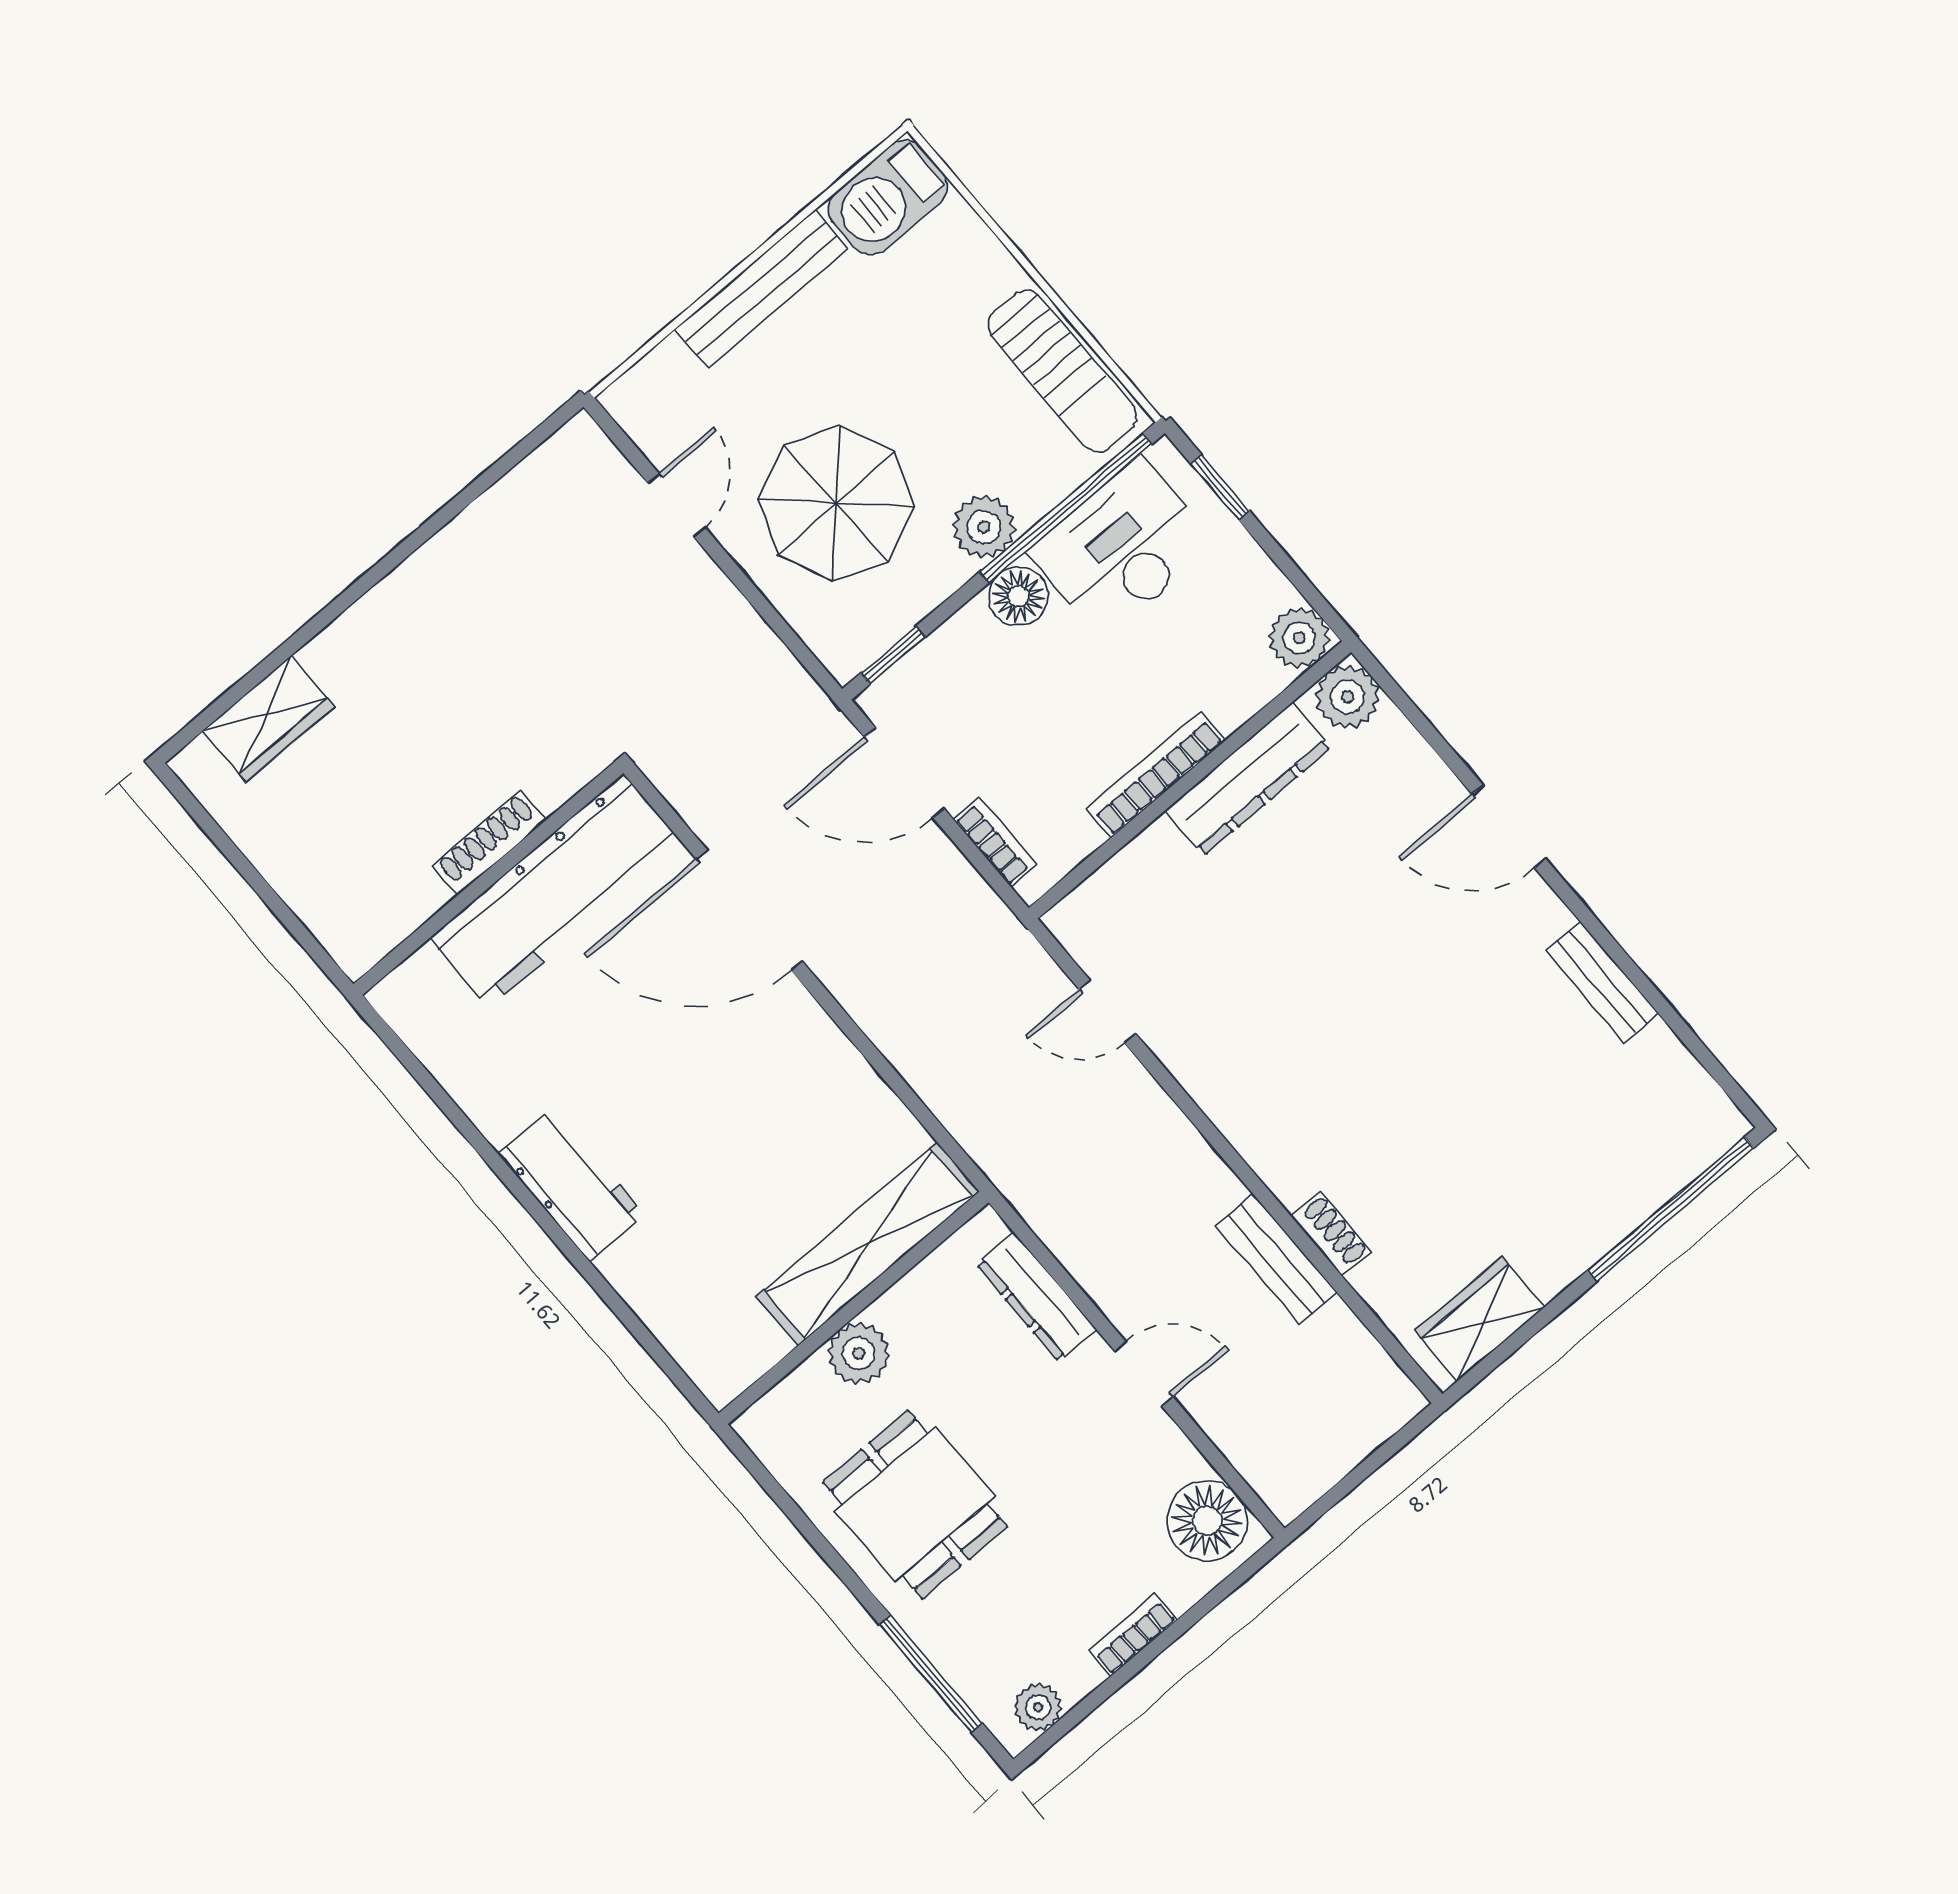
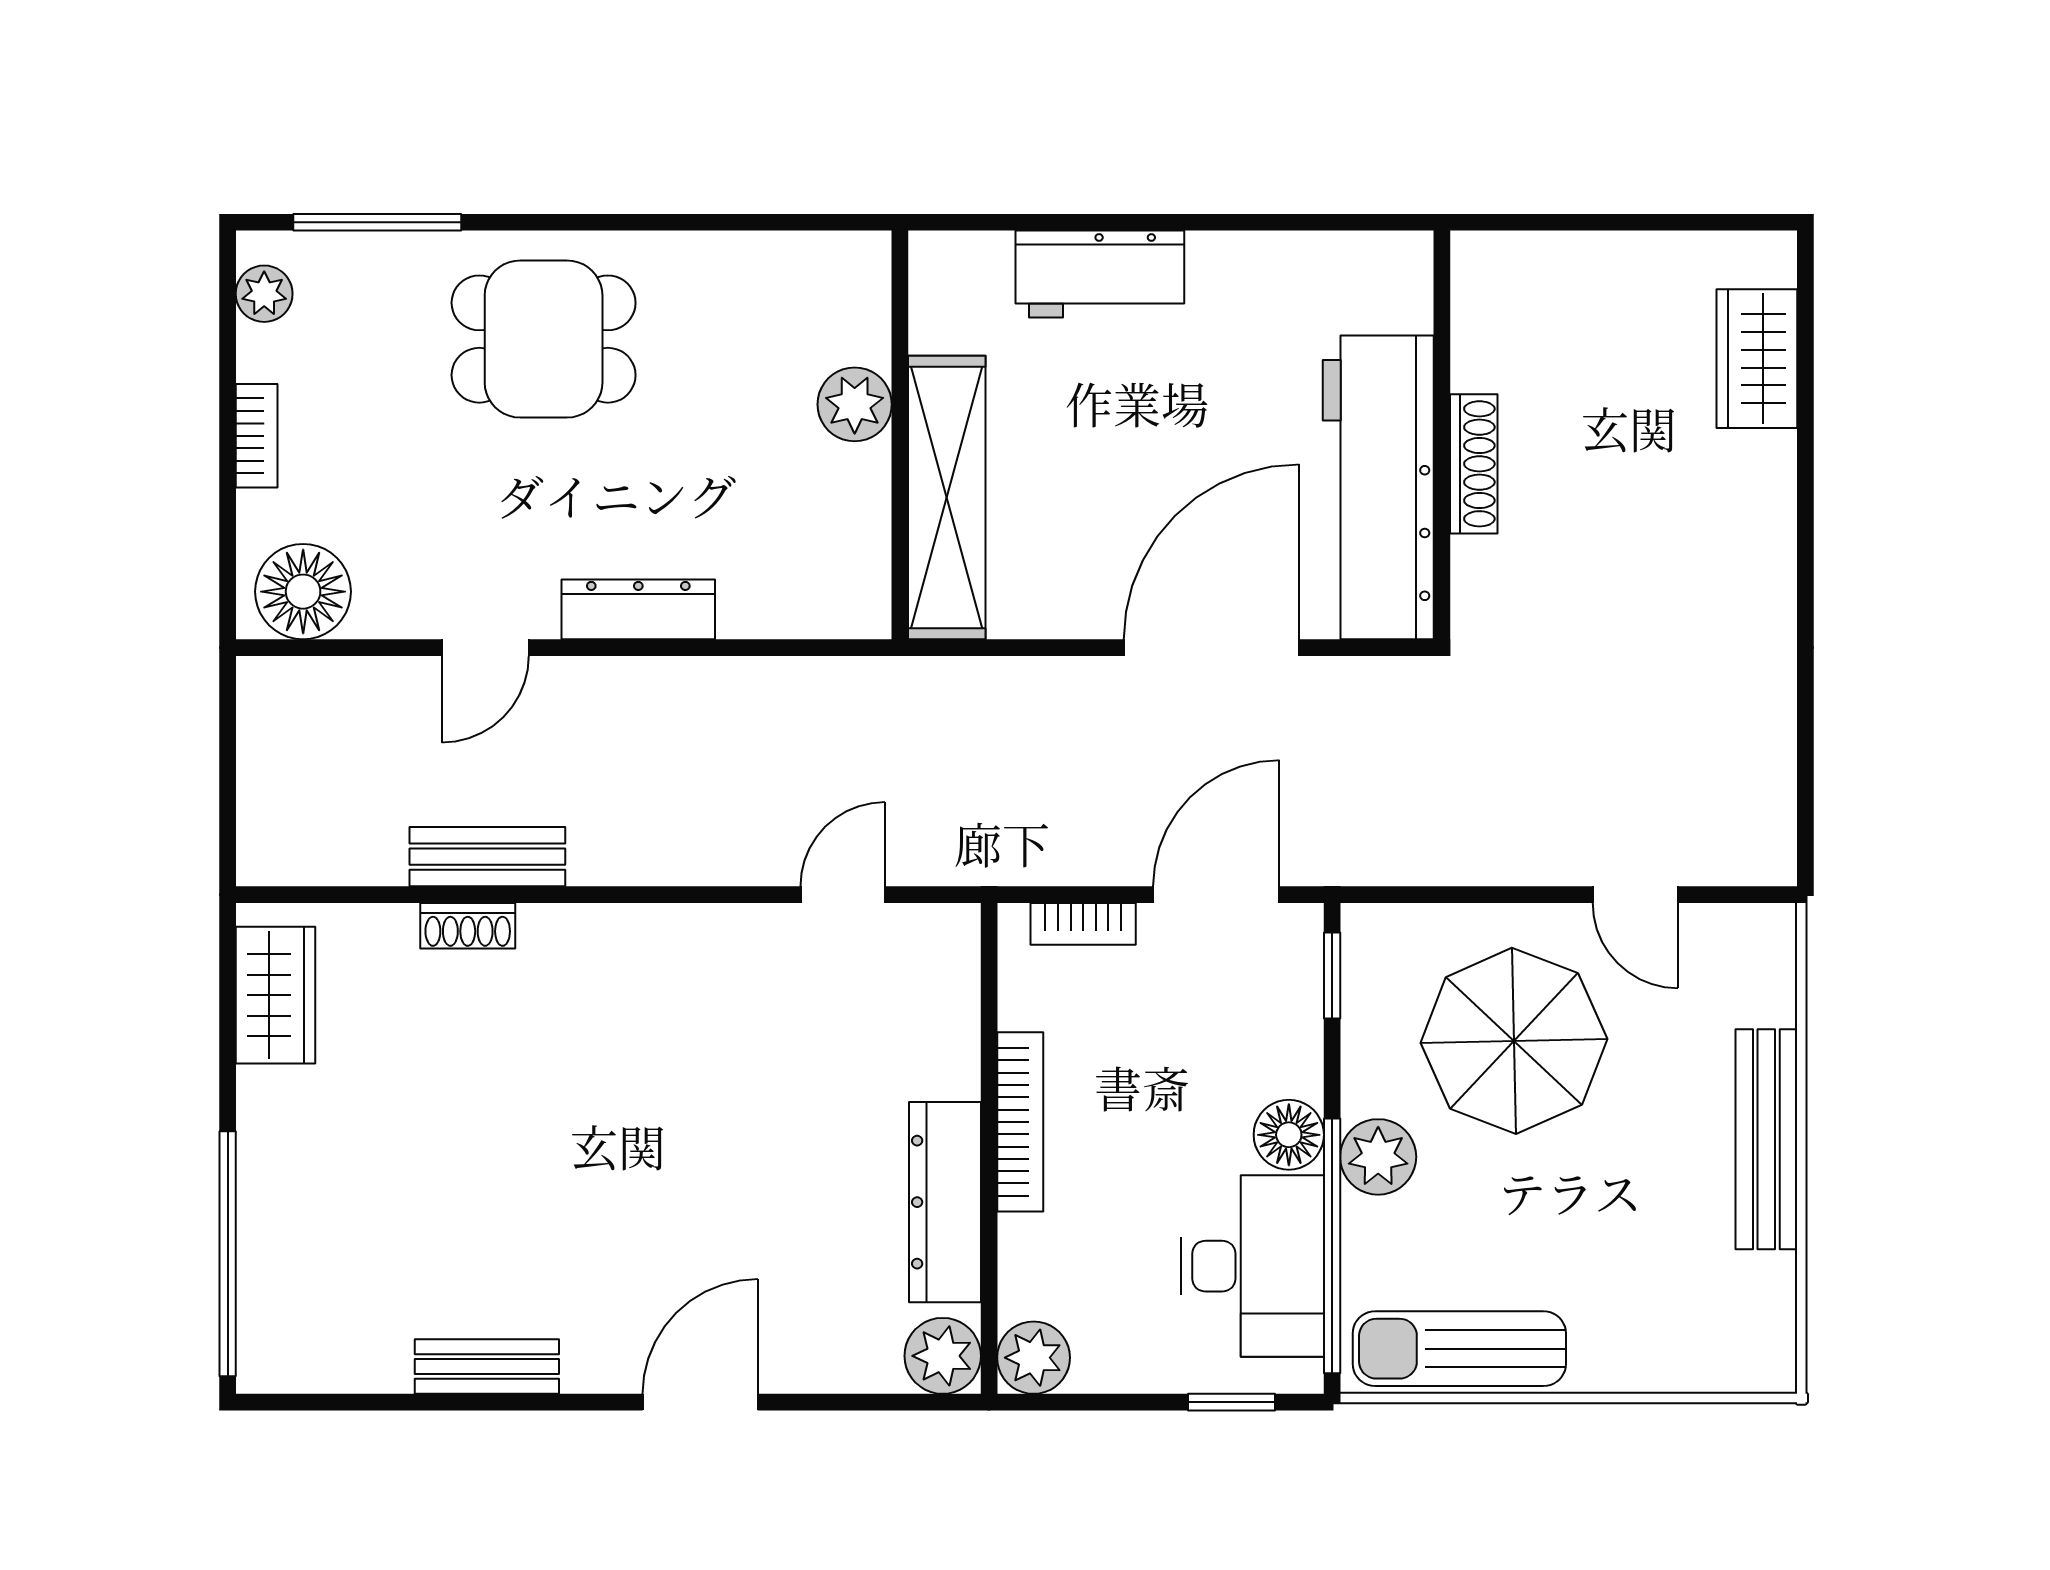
barbecue: (888, 197) -> (1752, 1324), removed
shelving: (868, 1244) -> (947, 498), moved
wall: (854, 1308) -> (900, 435), moved
plant: (859, 1353) -> (855, 404), moved

